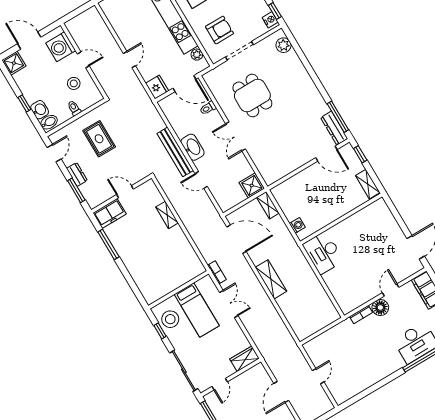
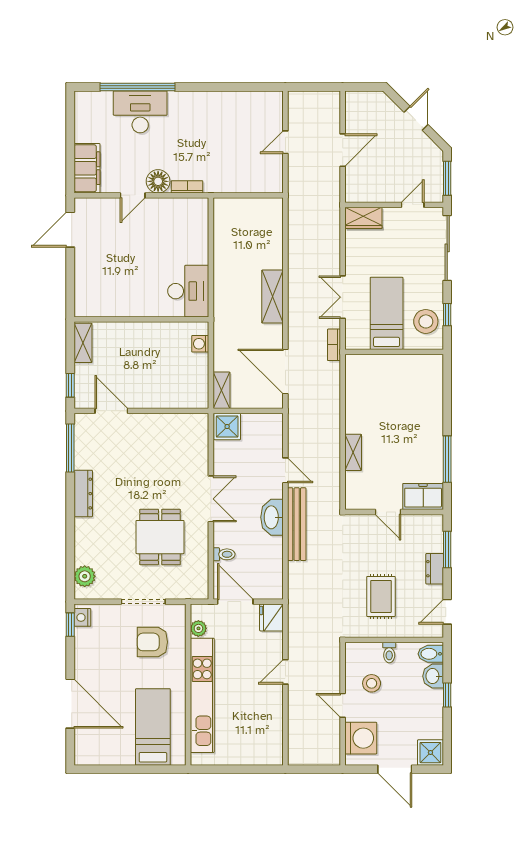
dresser: (334, 128) -> (83, 494), moved

